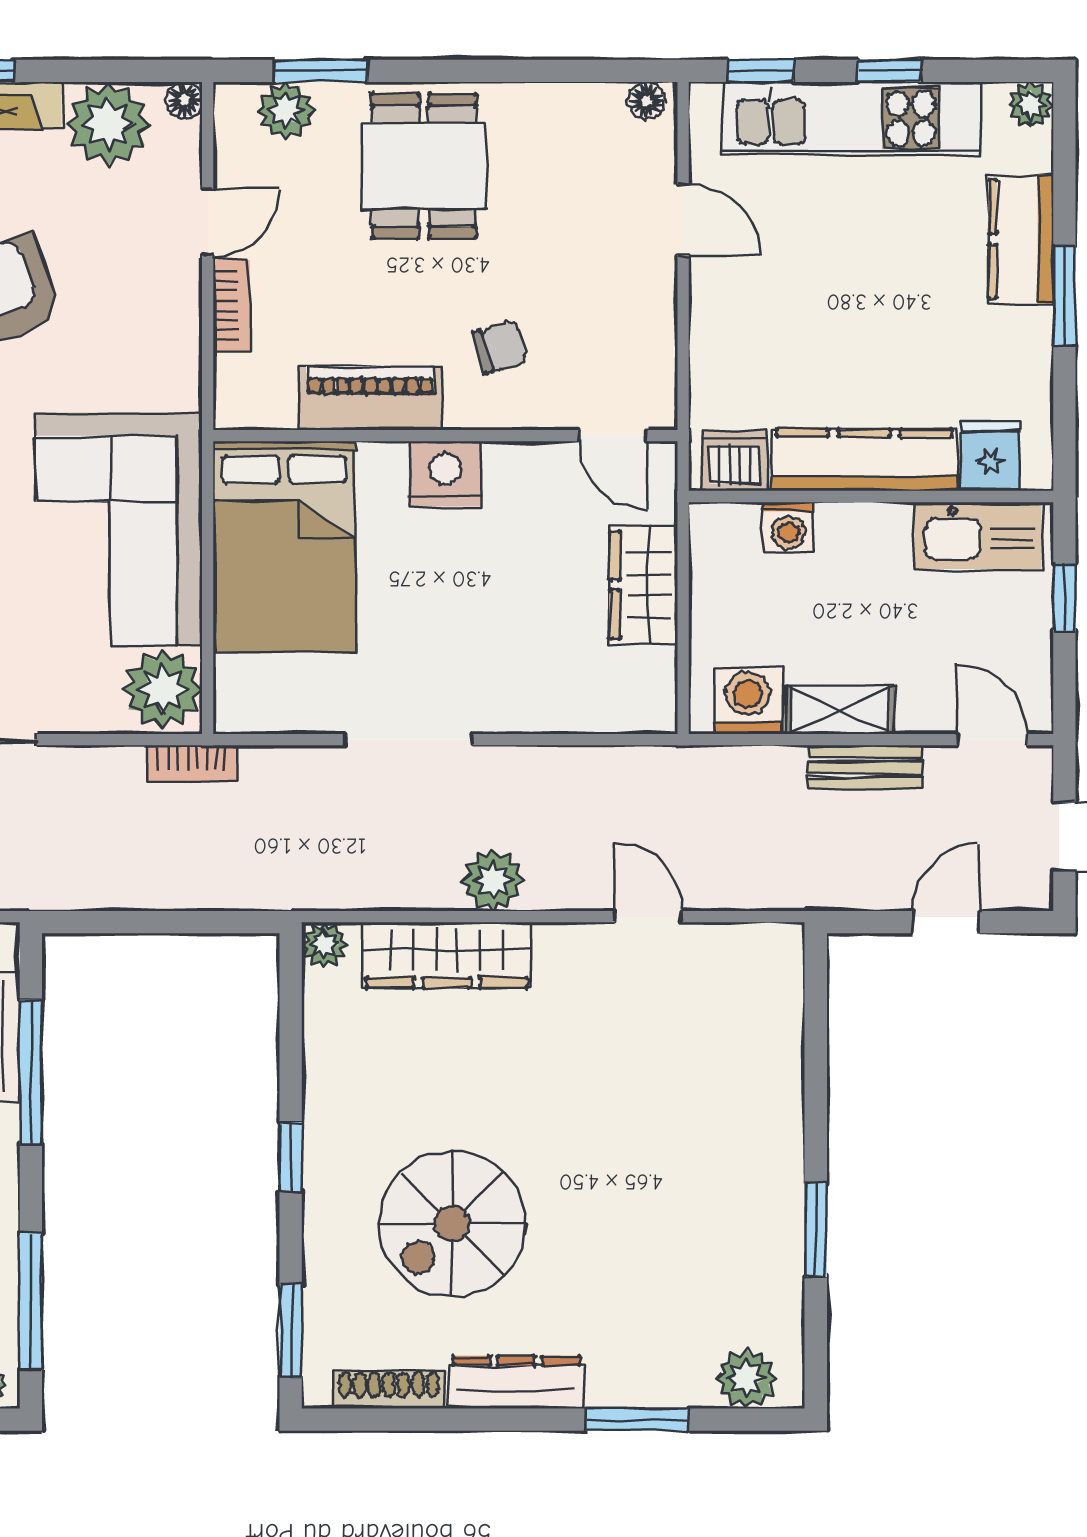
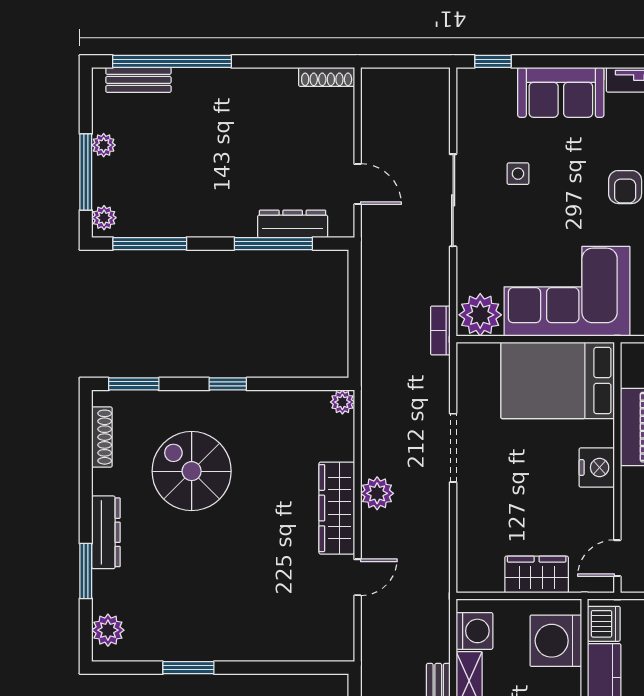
washing machine: (788, 527) -> (556, 641), width x1.89, depth x1.89
wardrobe: (447, 955) -> (337, 508), moved
dresser: (516, 1382) -> (106, 532), moved

